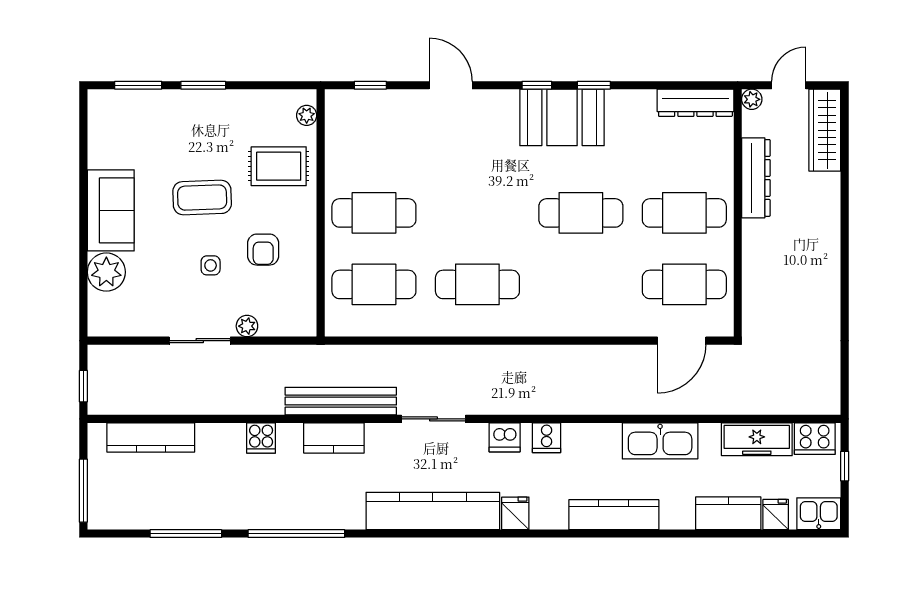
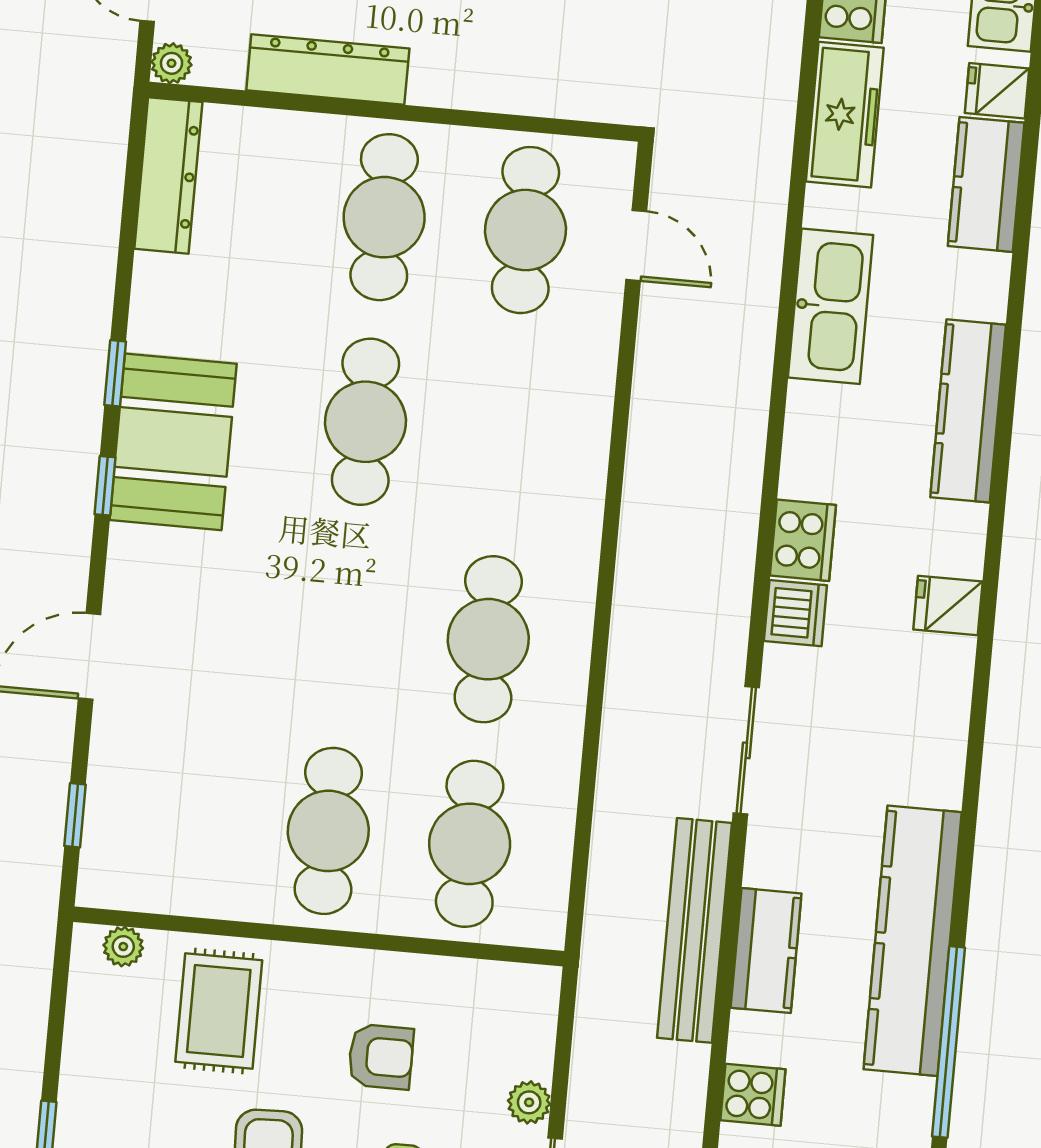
door: (682, 341) -> (636, 245), width x0.73
cooker: (547, 438) -> (803, 540), width x1.36
kitchen counter: (433, 511) -> (913, 941), moved

